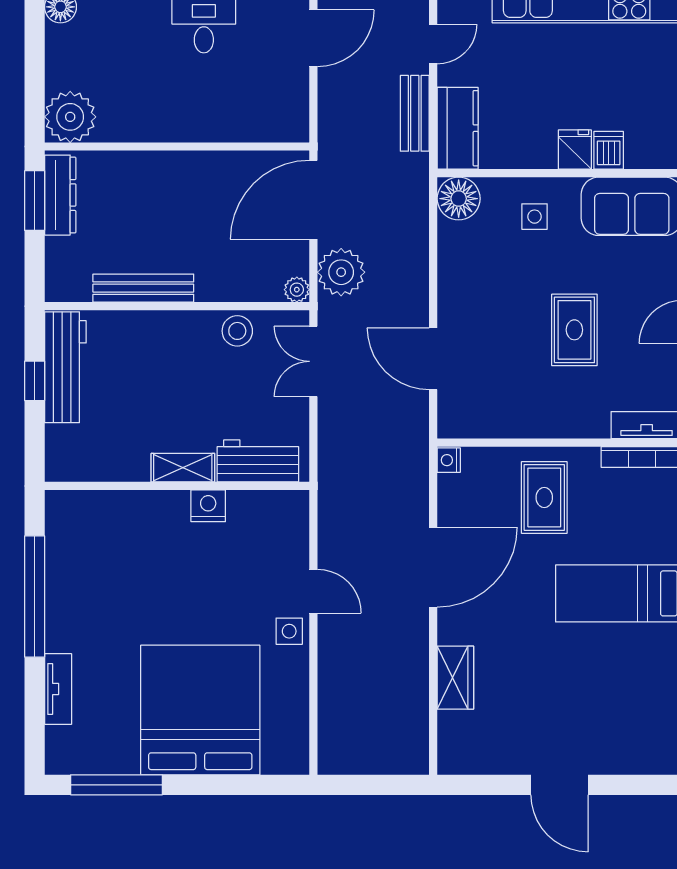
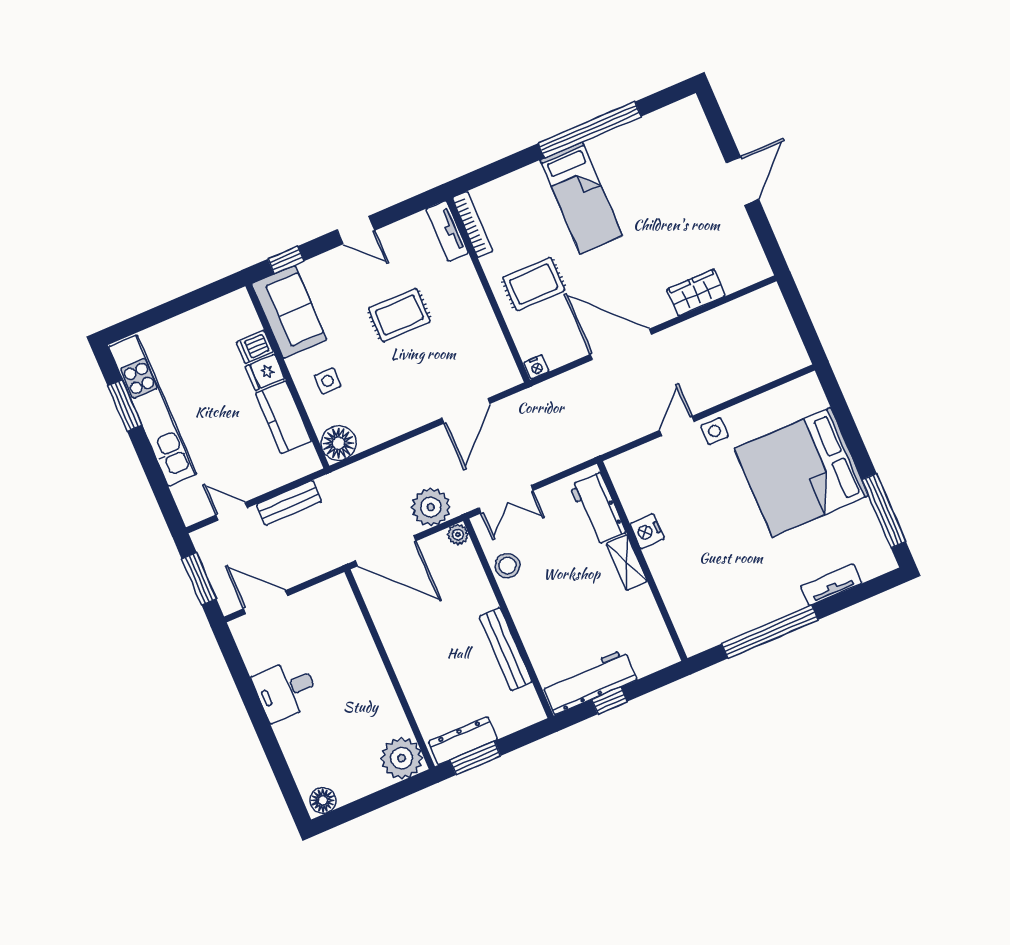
kitchen counter: (458, 128) -> (284, 417), moved, turned -90

